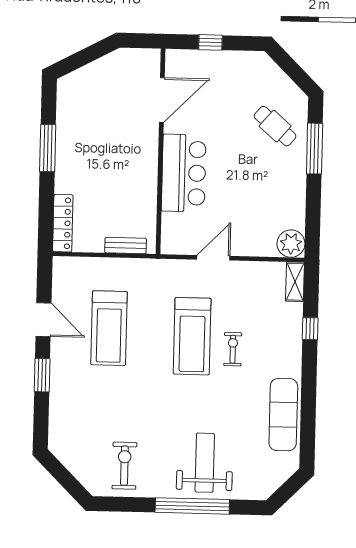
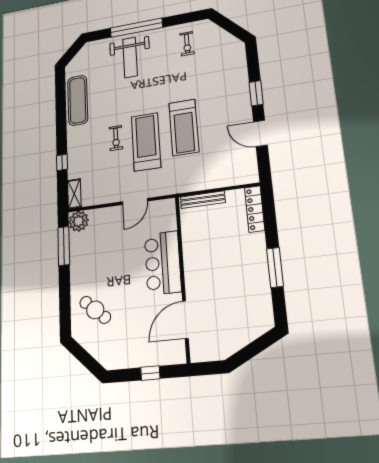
window: (315, 149) -> (64, 246), moved
bench: (126, 246) -> (203, 200), width x1.36
treadmill: (109, 328) -> (184, 127), moved, turned 180
exercise bike: (124, 466) -> (187, 44), width x0.73, depth x0.72

